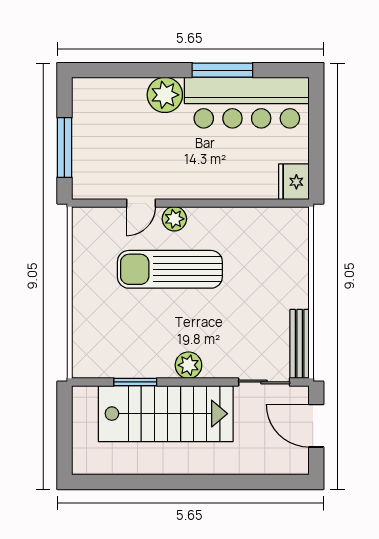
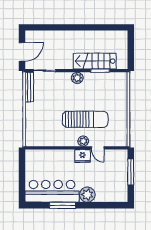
fridge: (294, 182) -> (82, 156), moved, turned 90
door: (141, 203) -> (98, 148), swing flipped
stairs: (166, 414) -> (95, 61), width x0.73, depth x0.66
door: (316, 426) -> (22, 52), hinge flipped

